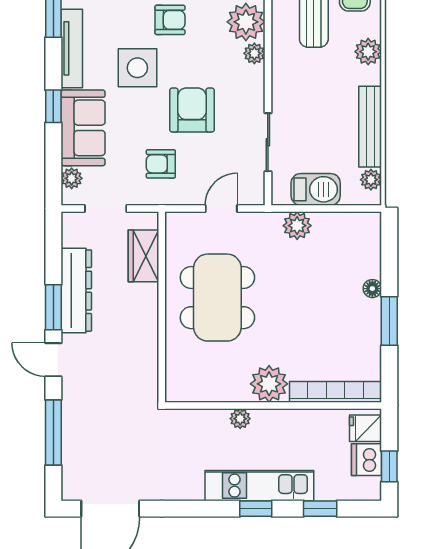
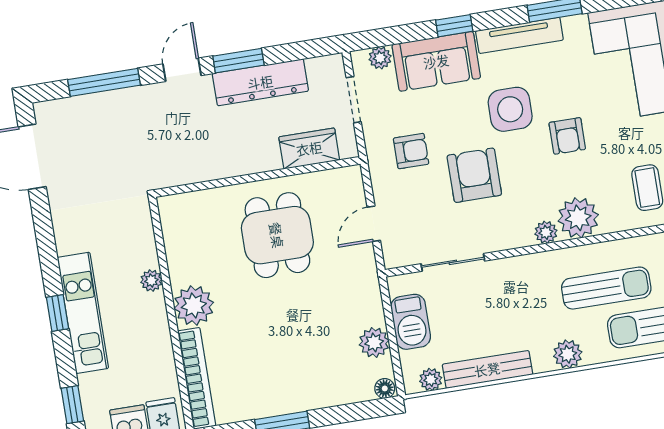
armchair: (192, 110) -> (474, 175), turned -90
armchair: (161, 164) -> (411, 151), turned 90
door: (221, 208) -> (374, 224), swing flipped
plant: (297, 226) -> (374, 342), moved
floor lamp: (372, 289) -> (385, 388), moved
dining table: (217, 298) -> (277, 235), width x0.73
window: (320, 509) -> (72, 405), moved

